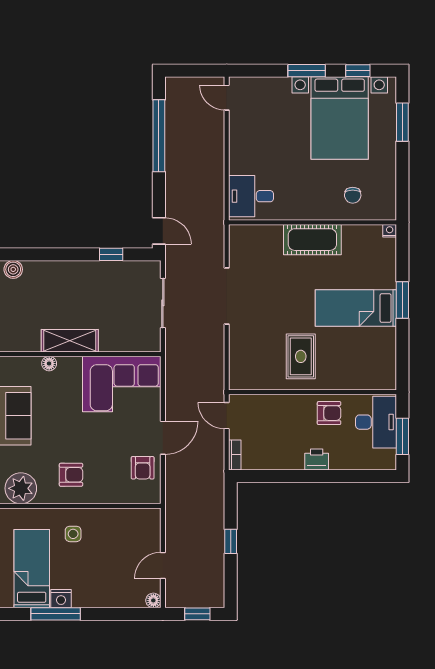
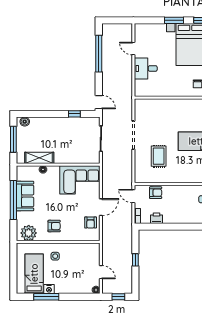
door: (227, 98) -> (133, 49), moved
desk: (251, 196) -> (146, 68), moved
cot: (312, 240) -> (177, 106), removed
shelving: (70, 341) -> (39, 158), moved
rug: (301, 356) -> (159, 156), moved
armchair: (329, 413) -> (156, 193), moved
printer: (317, 459) -> (157, 218), moved
door: (163, 565) -> (101, 272), swing flipped

